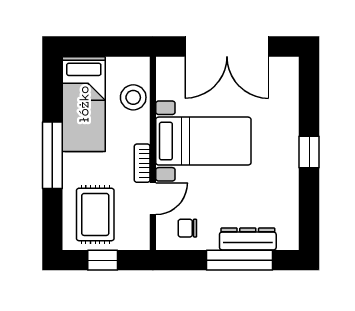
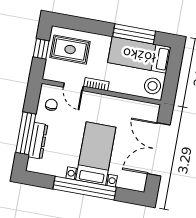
stool: (133, 97) -> (153, 86), moved
bed with nightstands: (203, 141) -> (96, 154), moved, turned 180
window: (309, 152) -> (85, 188), width x3.17
window: (52, 155) -> (134, 34), moved

